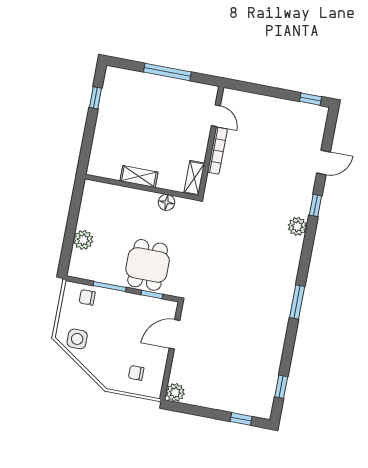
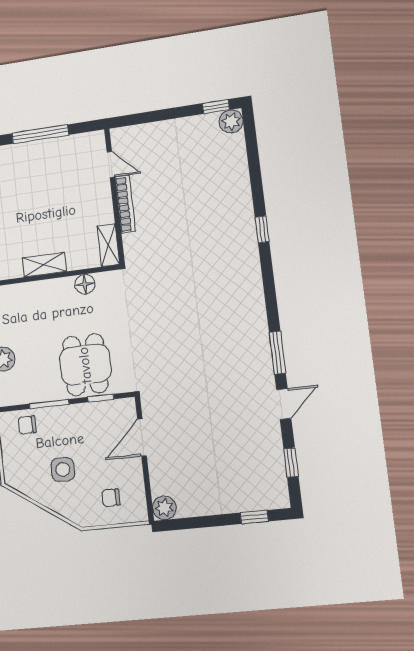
door: (324, 162) -> (284, 404), moved
plant: (297, 226) -> (231, 121), moved
side table: (77, 339) -> (63, 469), moved

